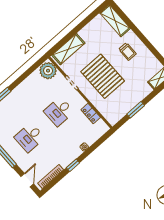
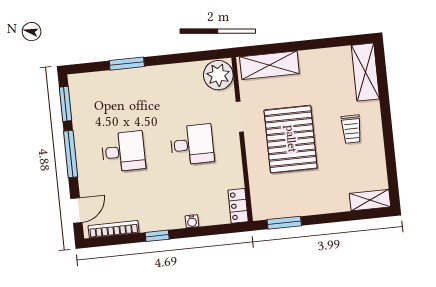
window: (136, 110) -> (284, 223), moved
desk: (59, 111) -> (192, 145), turned 180
locker: (91, 114) -> (238, 206), moved
desk: (29, 137) -> (123, 152), turned 180

